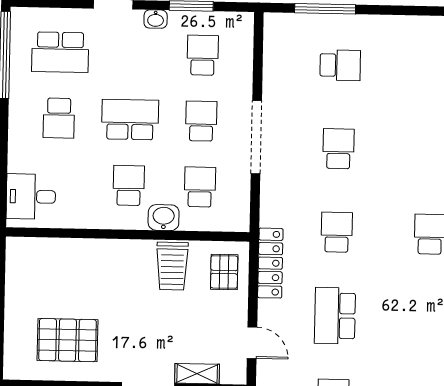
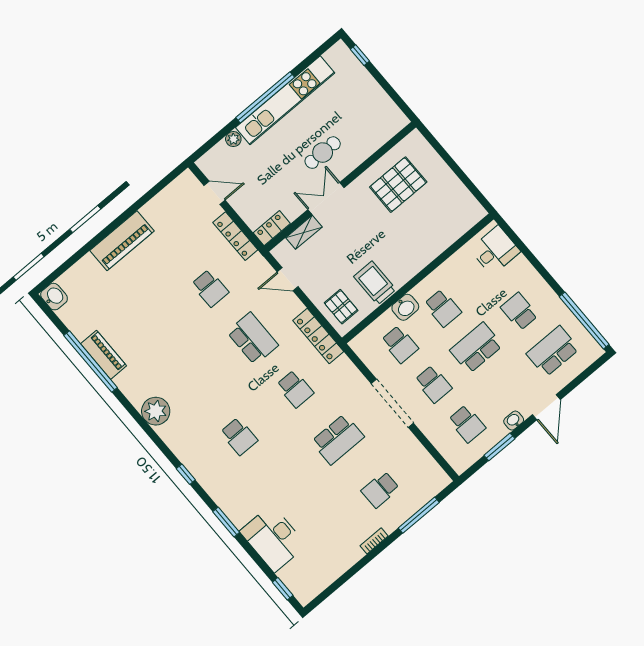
bookcase: (389, 22) -> (374, 541), added
school desk: (130, 120) -> (476, 348), turned 180
school desk: (338, 149) -> (338, 439), width x1.85

